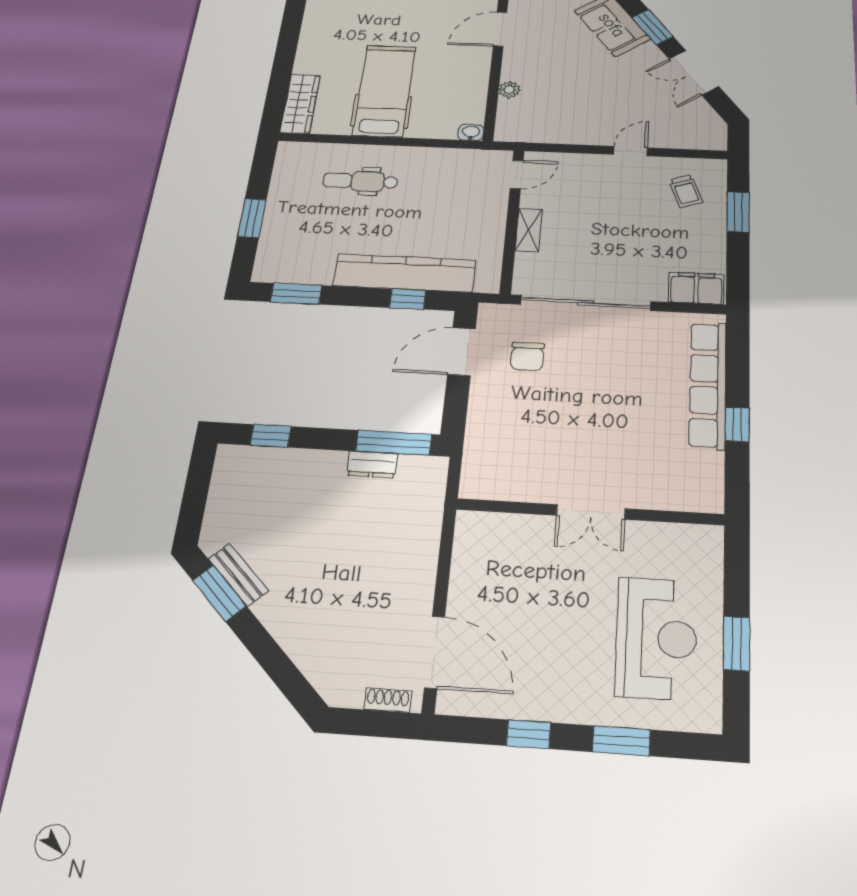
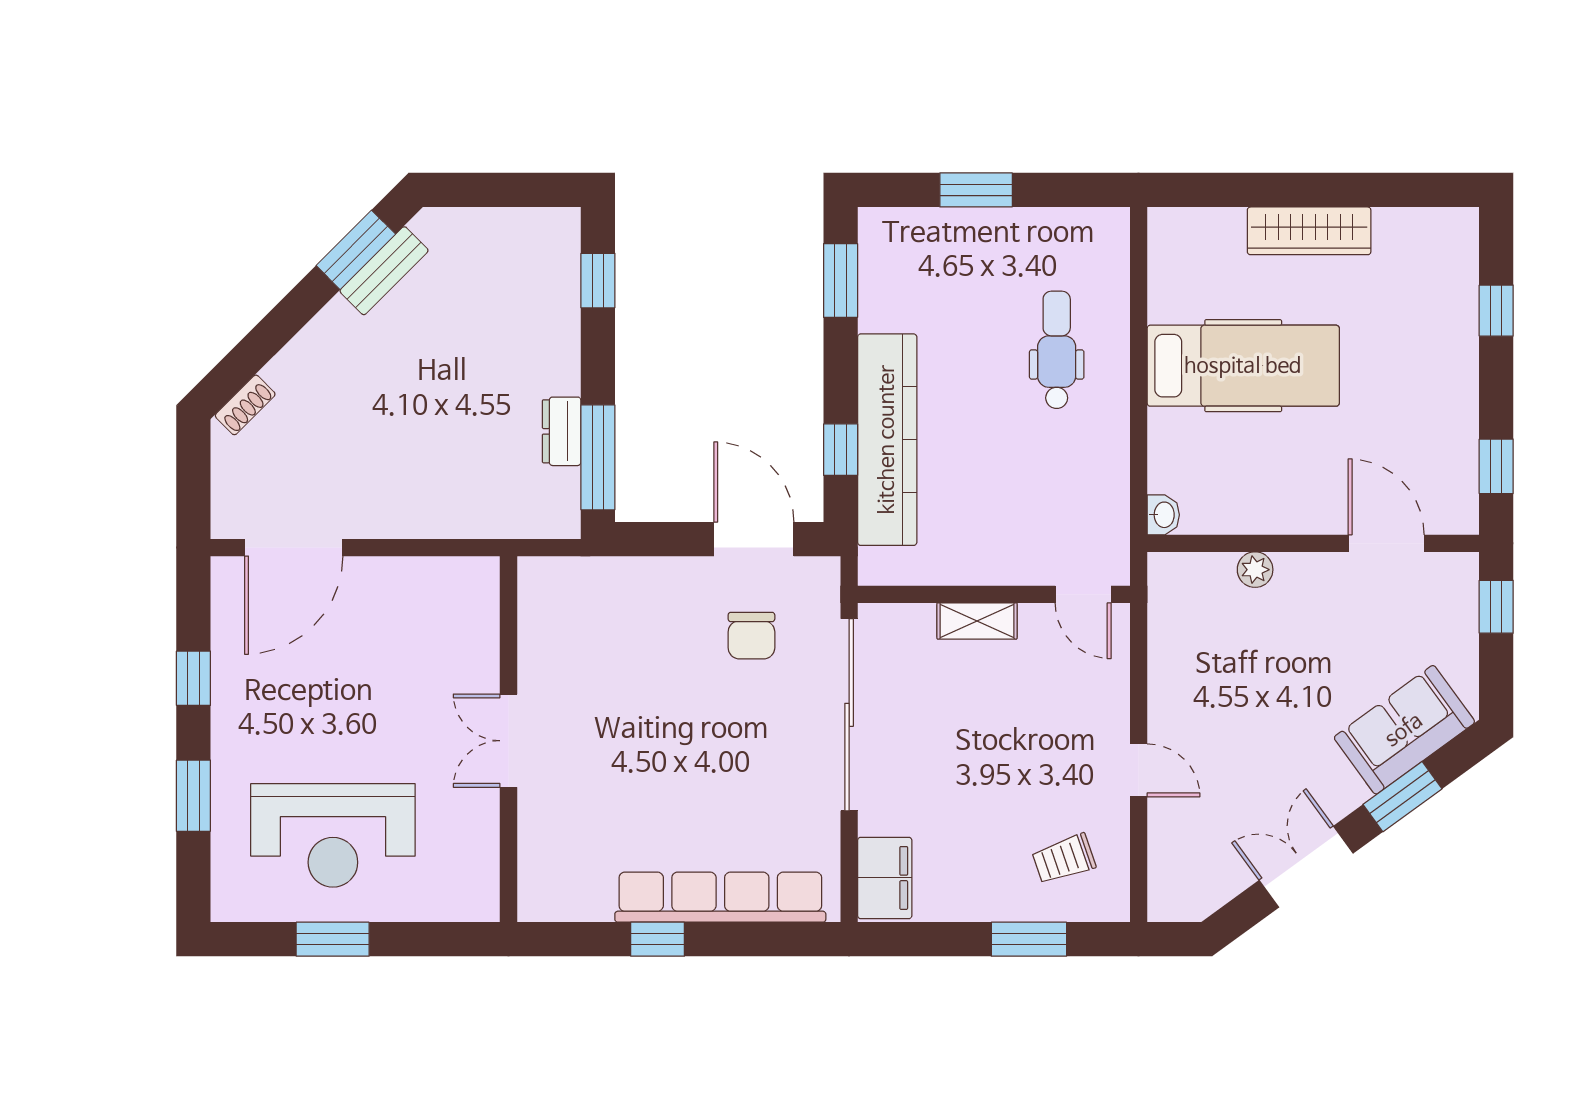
wardrobe: (300, 104) -> (1309, 231), moved
chair: (527, 356) -> (751, 636), turned -90
shoe rack: (388, 700) -> (245, 405), moved, turned 45

